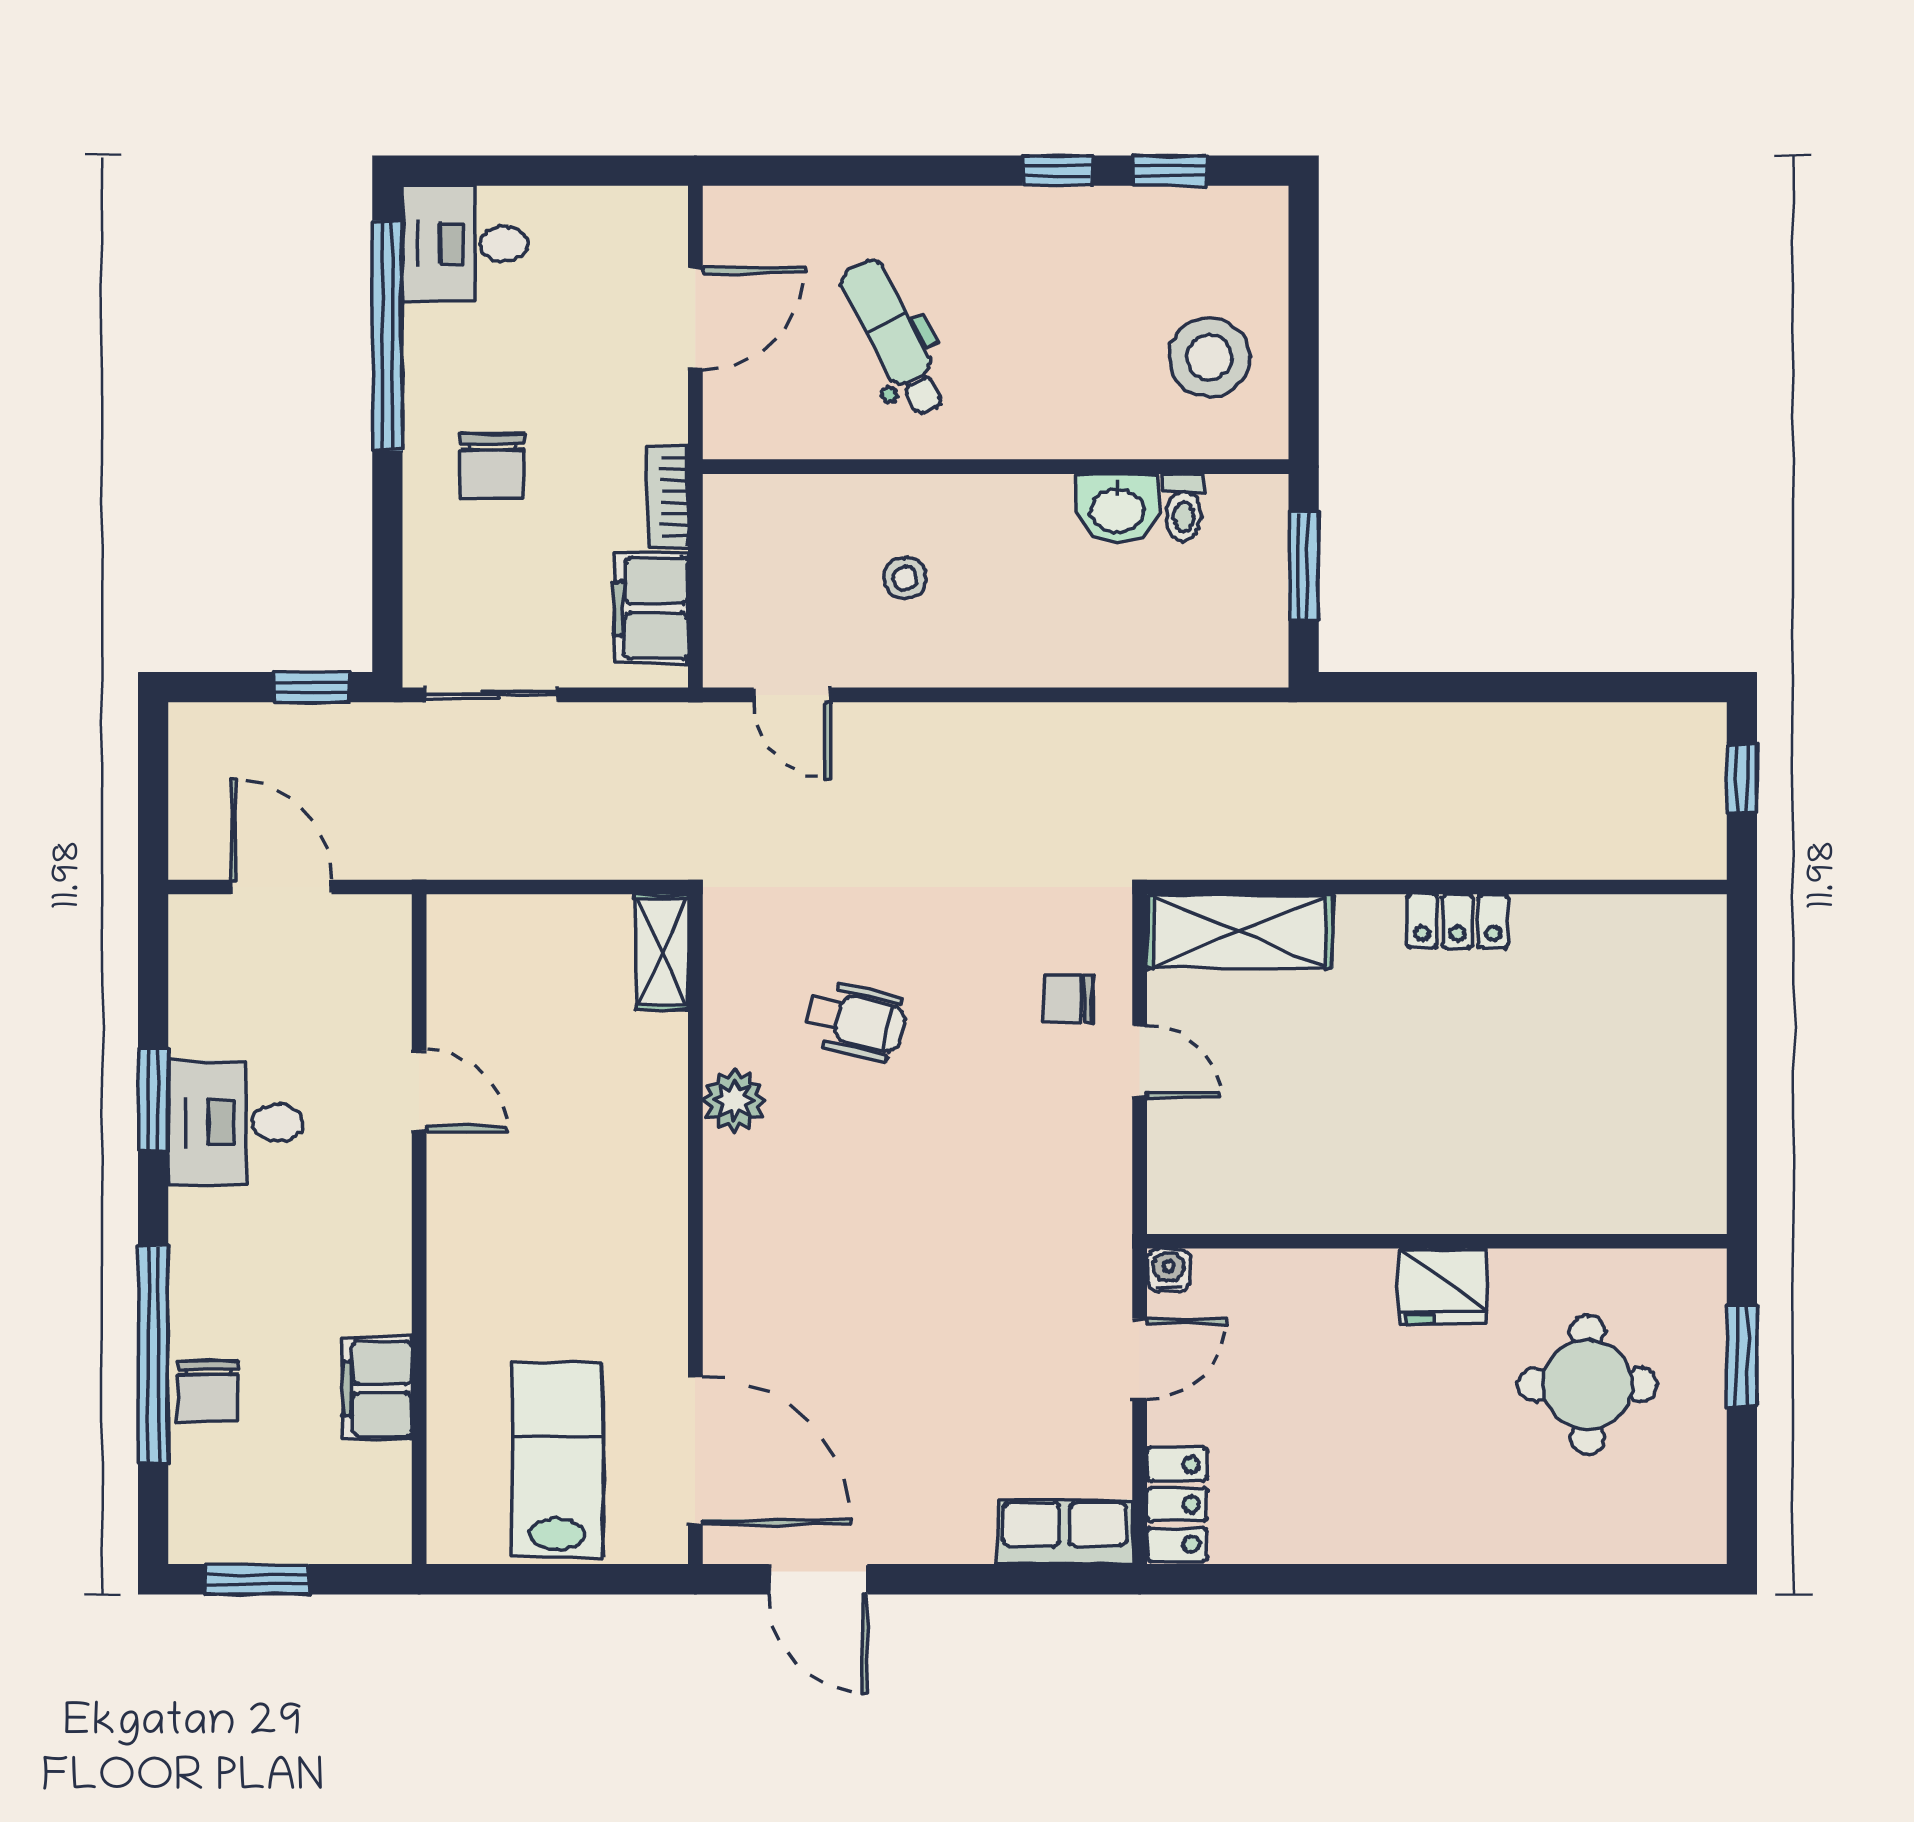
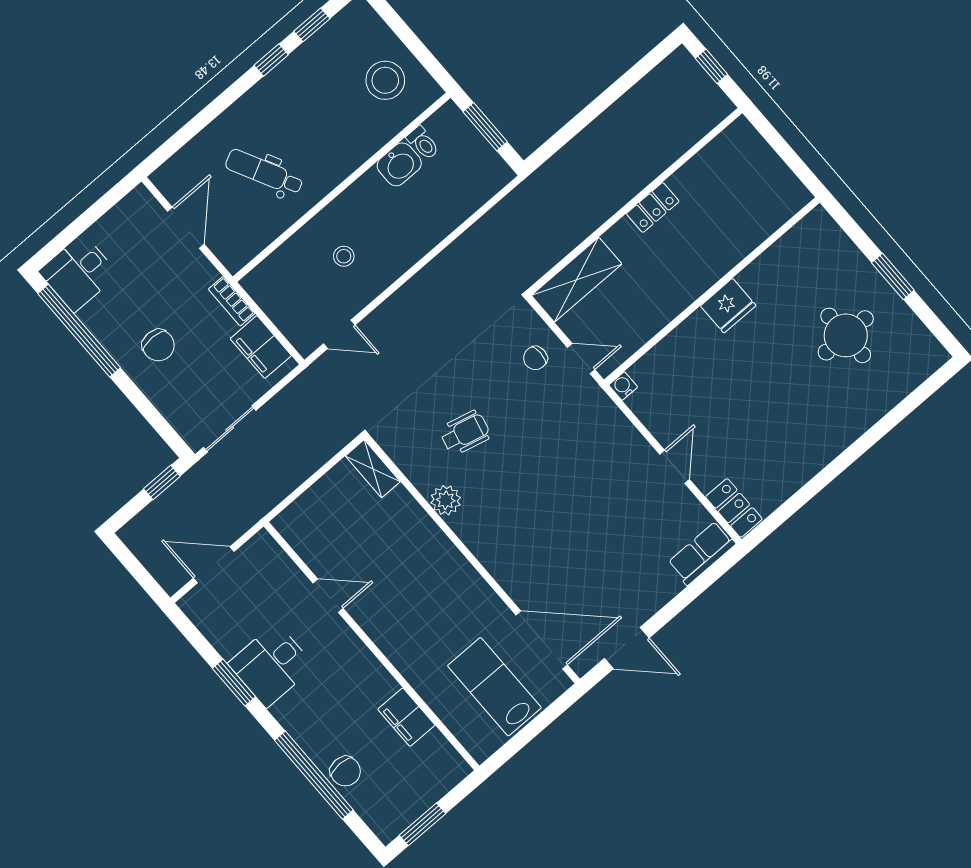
wall: (1437, 1241) -> (712, 291), moved
water cooler: (1169, 1270) -> (623, 386), moved
fridge: (1443, 1286) -> (728, 306), moved

